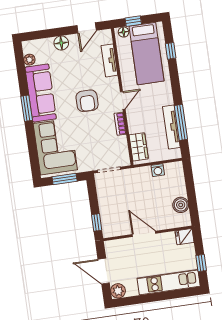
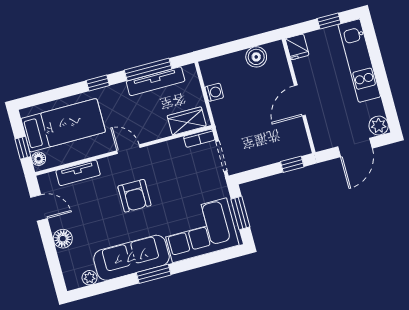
window: (171, 51) -> (98, 83), moved
armchair: (87, 101) -> (134, 196), turned 90
bookcase: (120, 124) -> (199, 138), moved

